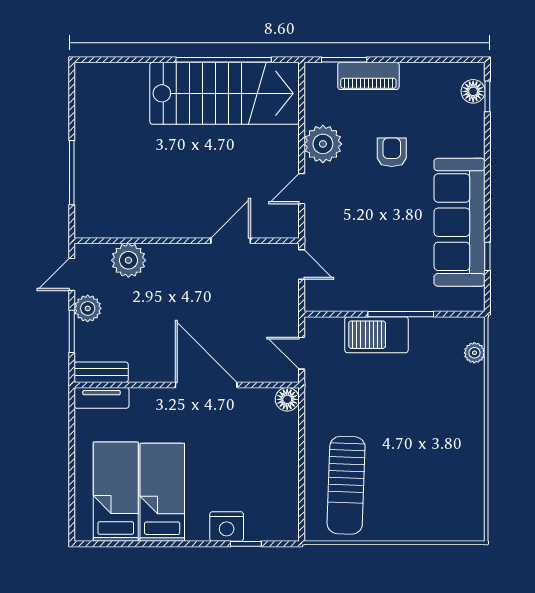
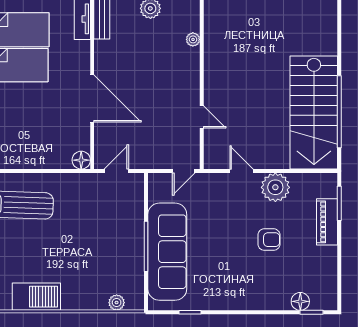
floor lamp: (473, 91) -> (300, 301), moved
sofa: (459, 222) -> (167, 252), moved, turned 90
door: (231, 241) -> (202, 117), width x0.73
plant: (128, 260) -> (193, 39), width x0.53, depth x0.53
barbecue: (376, 335) -> (36, 297), moved, turned 90
door: (206, 385) -> (92, 98), hinge flipped

